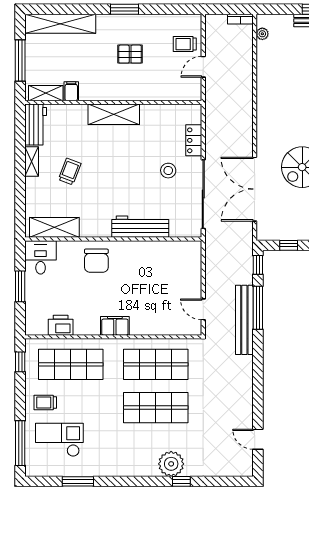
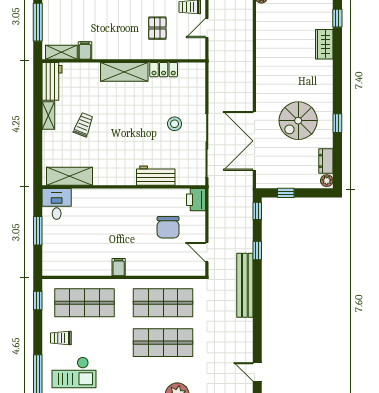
pallet: (130, 54) -> (157, 28), moved, turned 90
locker: (194, 140) -> (164, 70), moved, turned -90
workbench: (140, 227) -> (156, 176), width x0.73
chair: (96, 261) -> (168, 227), moved
window: (258, 308) -> (257, 251), width x0.46
bench: (244, 320) -> (245, 285), moved
printer: (61, 325) -> (196, 200), moved, turned -90
filing cabinet: (115, 326) -> (119, 267), width x0.50
checkout: (59, 440) -> (74, 373), turned 180

